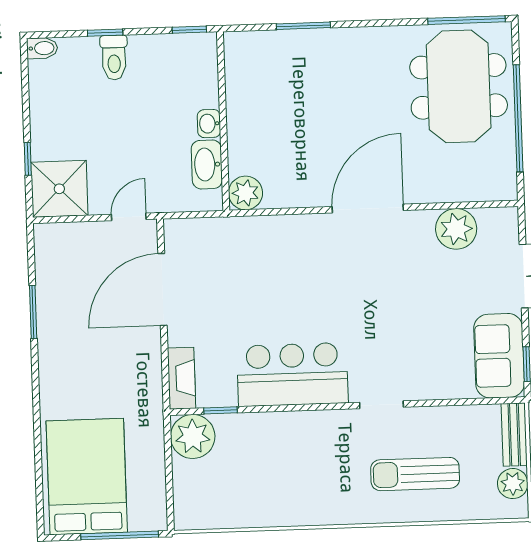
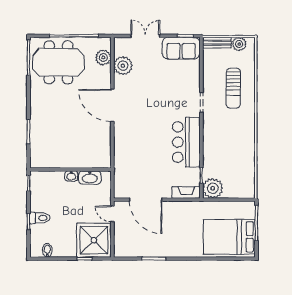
bidet: (42, 48) -> (47, 250), moved
shower: (59, 189) -> (94, 240), width x1.37, depth x1.37
plant: (246, 193) -> (103, 57), moved

